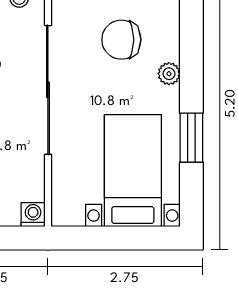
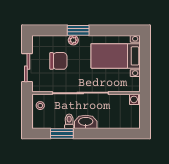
chair: (121, 40) -> (58, 61), turned -90
window: (191, 138) -> (78, 30), moved

